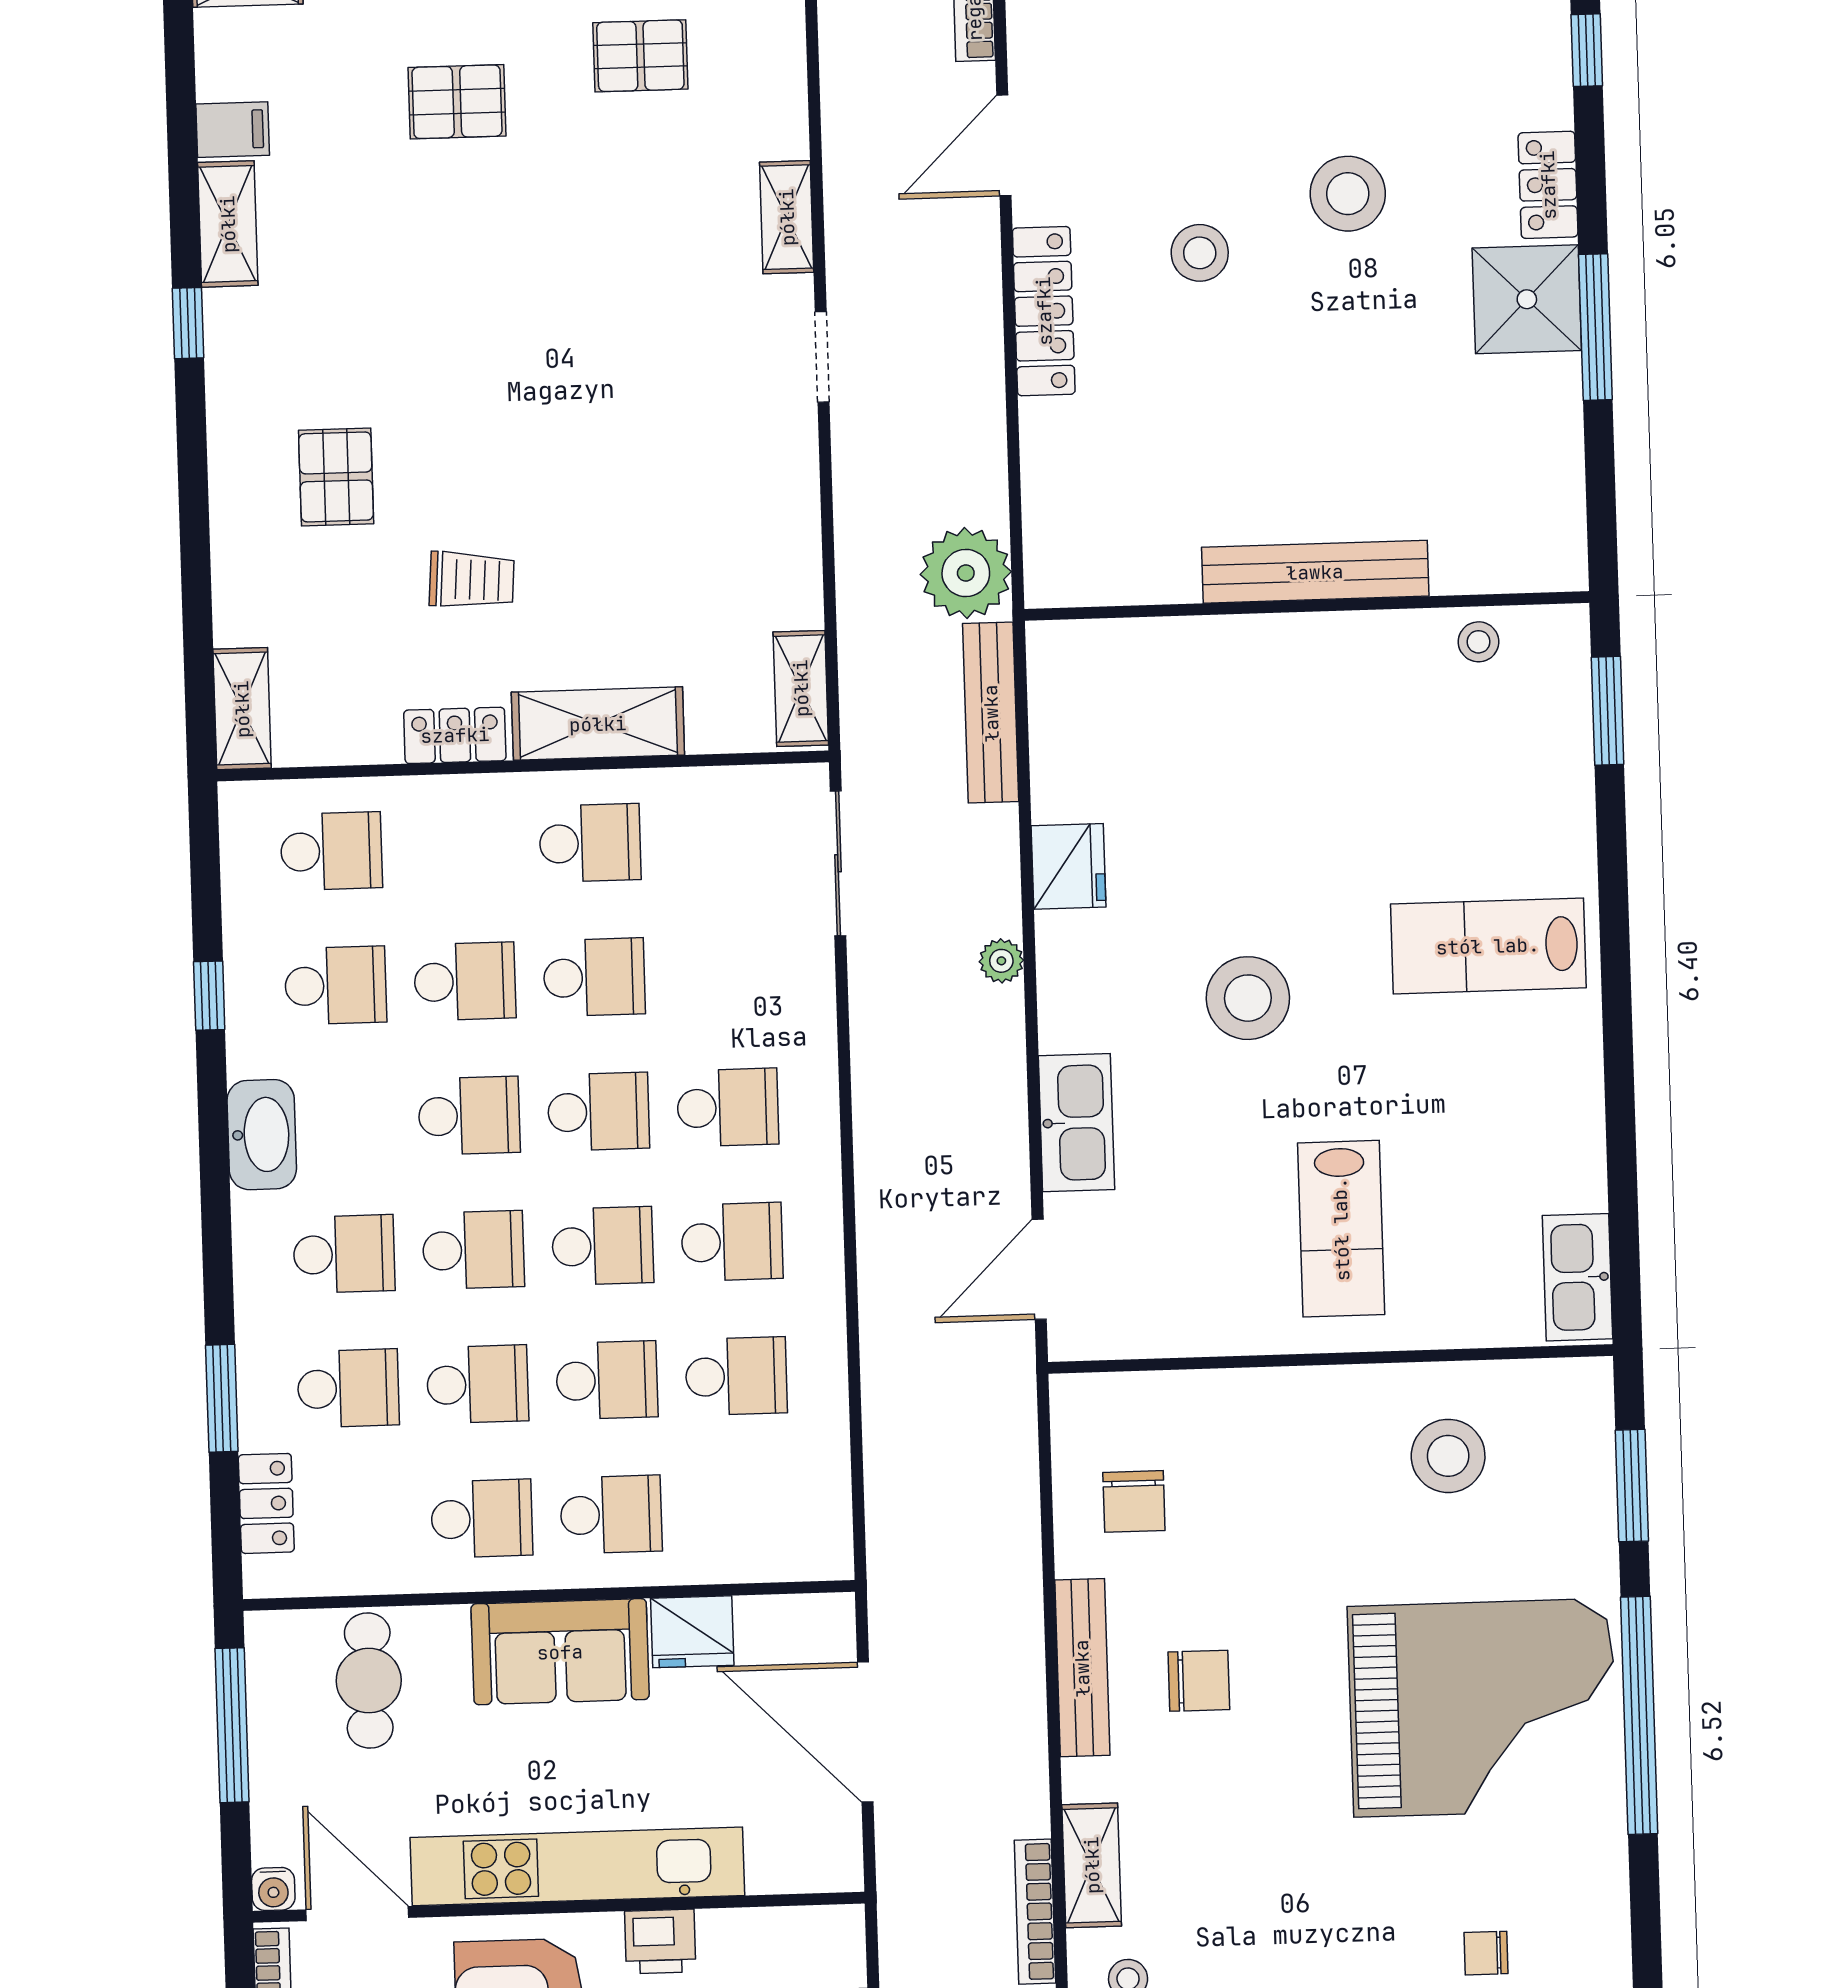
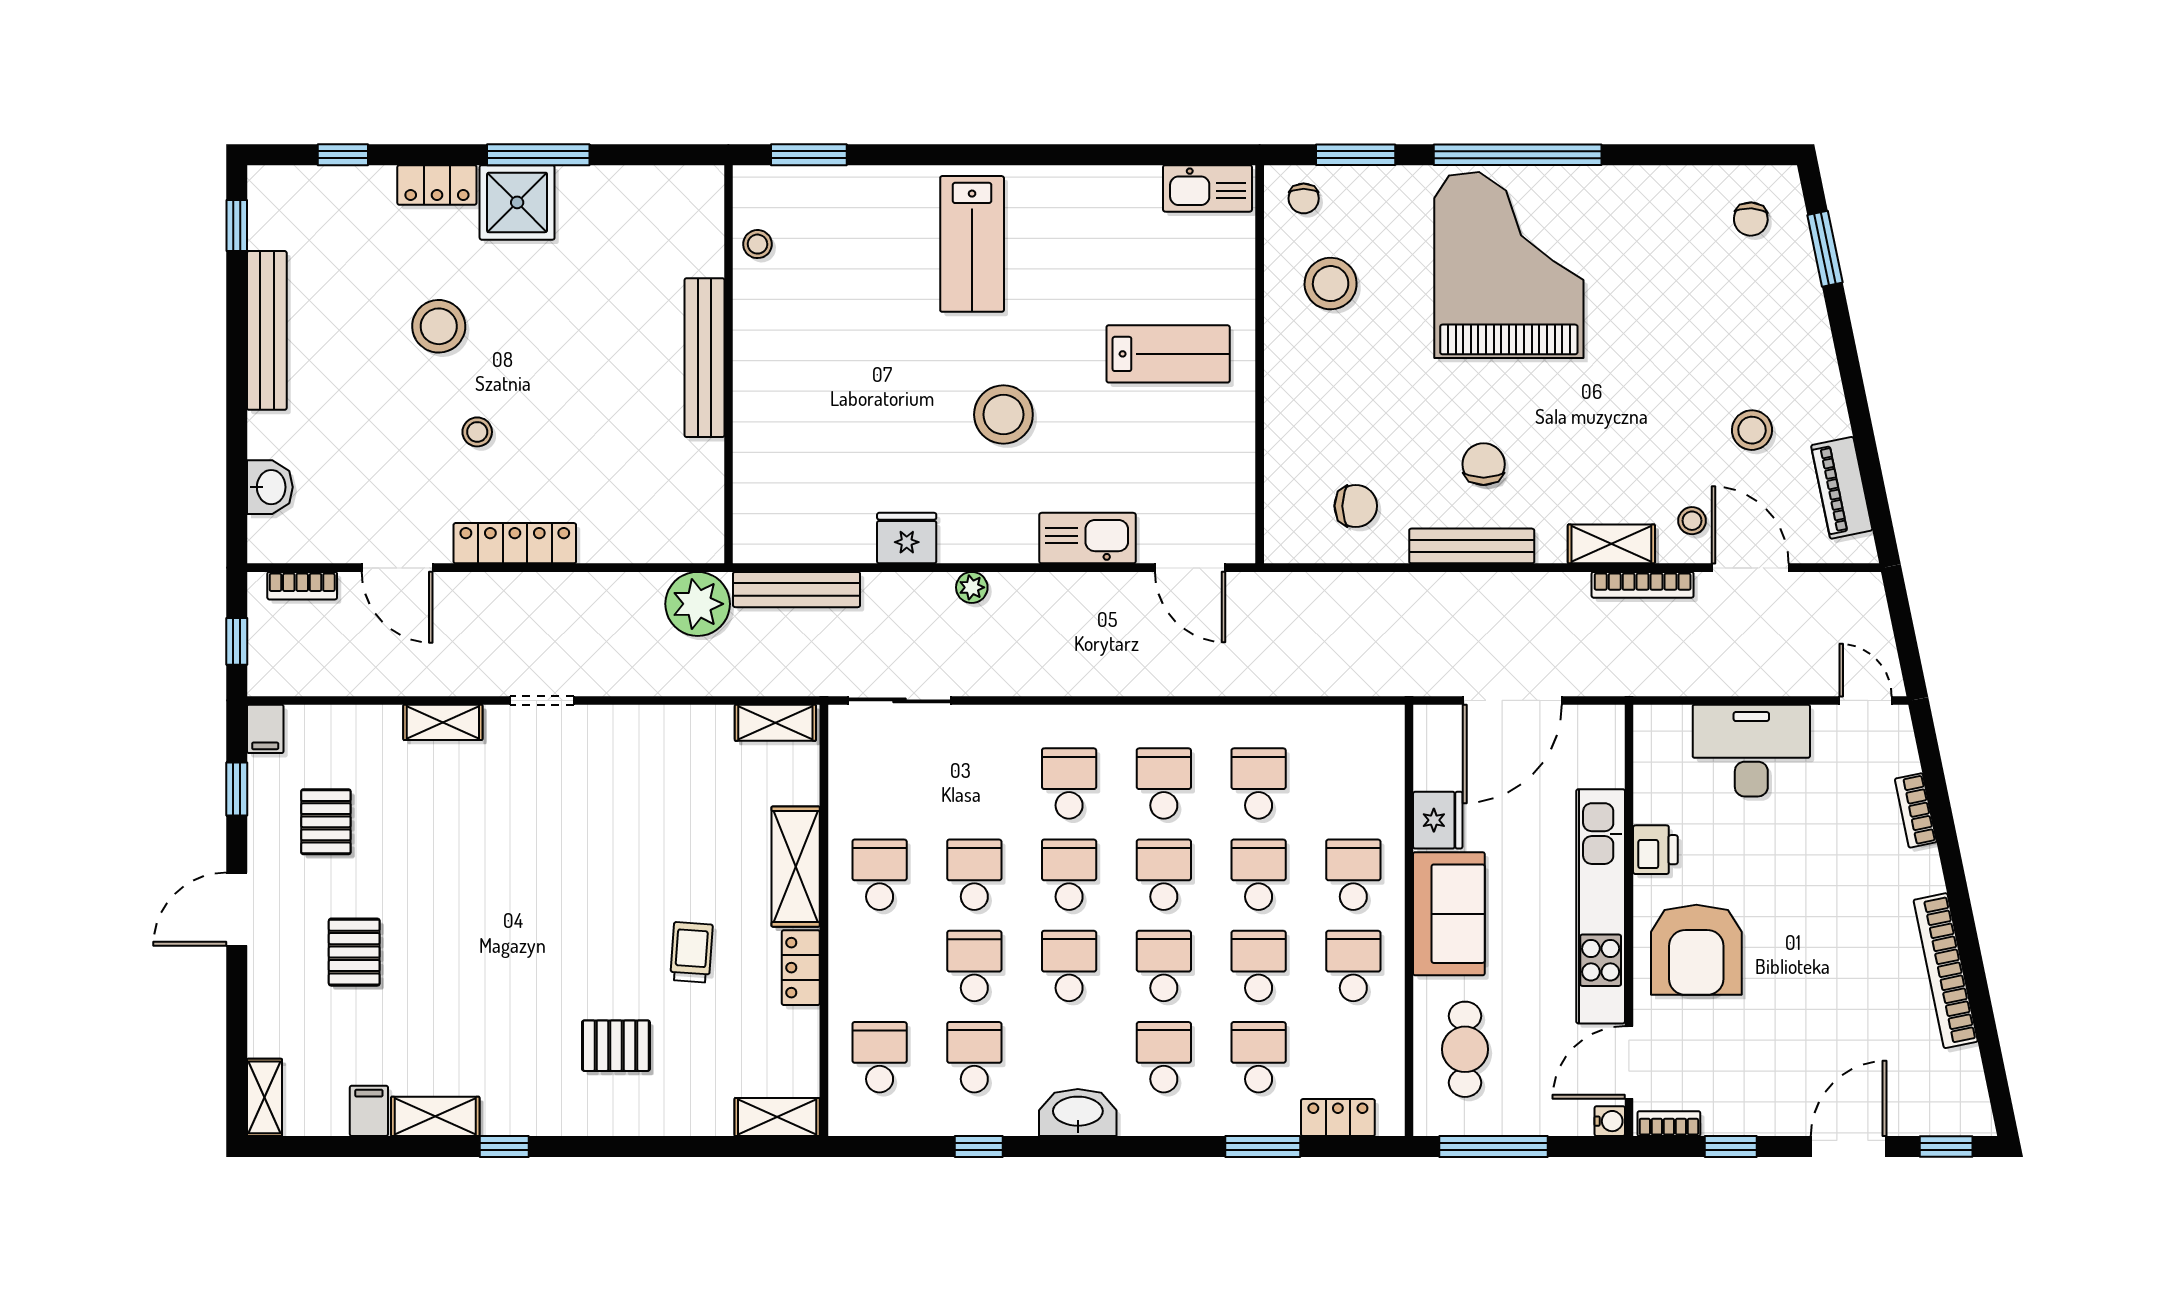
stool: (1200, 253) -> (477, 432), width x0.73, depth x0.73
cafe table: (369, 1681) -> (1465, 1049), turned 90
chair: (1486, 1953) -> (1304, 198), moved

